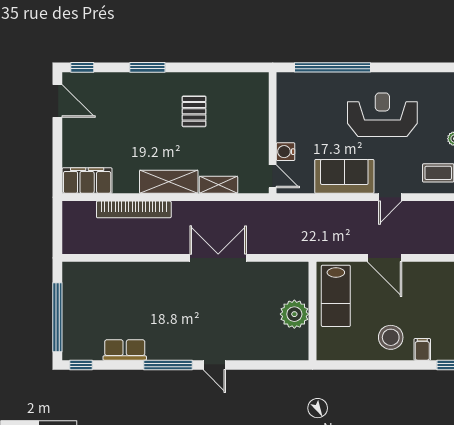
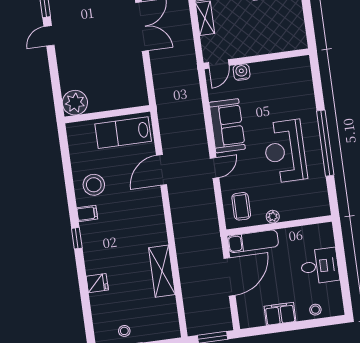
window: (333, 67) -> (325, 143), moved
reception desk: (382, 115) -> (285, 151), turned 180
door: (390, 197) -> (215, 168), swing flipped
plant: (294, 314) -> (75, 103), moved

